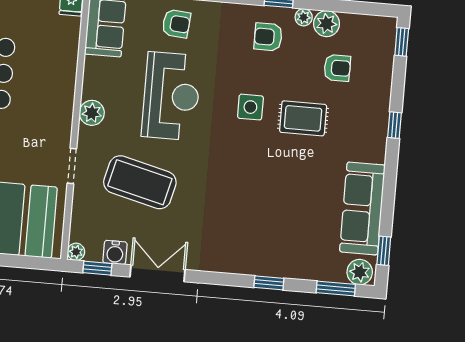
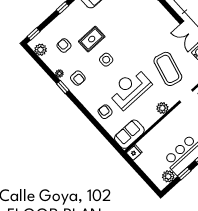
plant: (327, 24) -> (41, 50), moved
rug: (303, 118) -> (92, 39), turned 90

